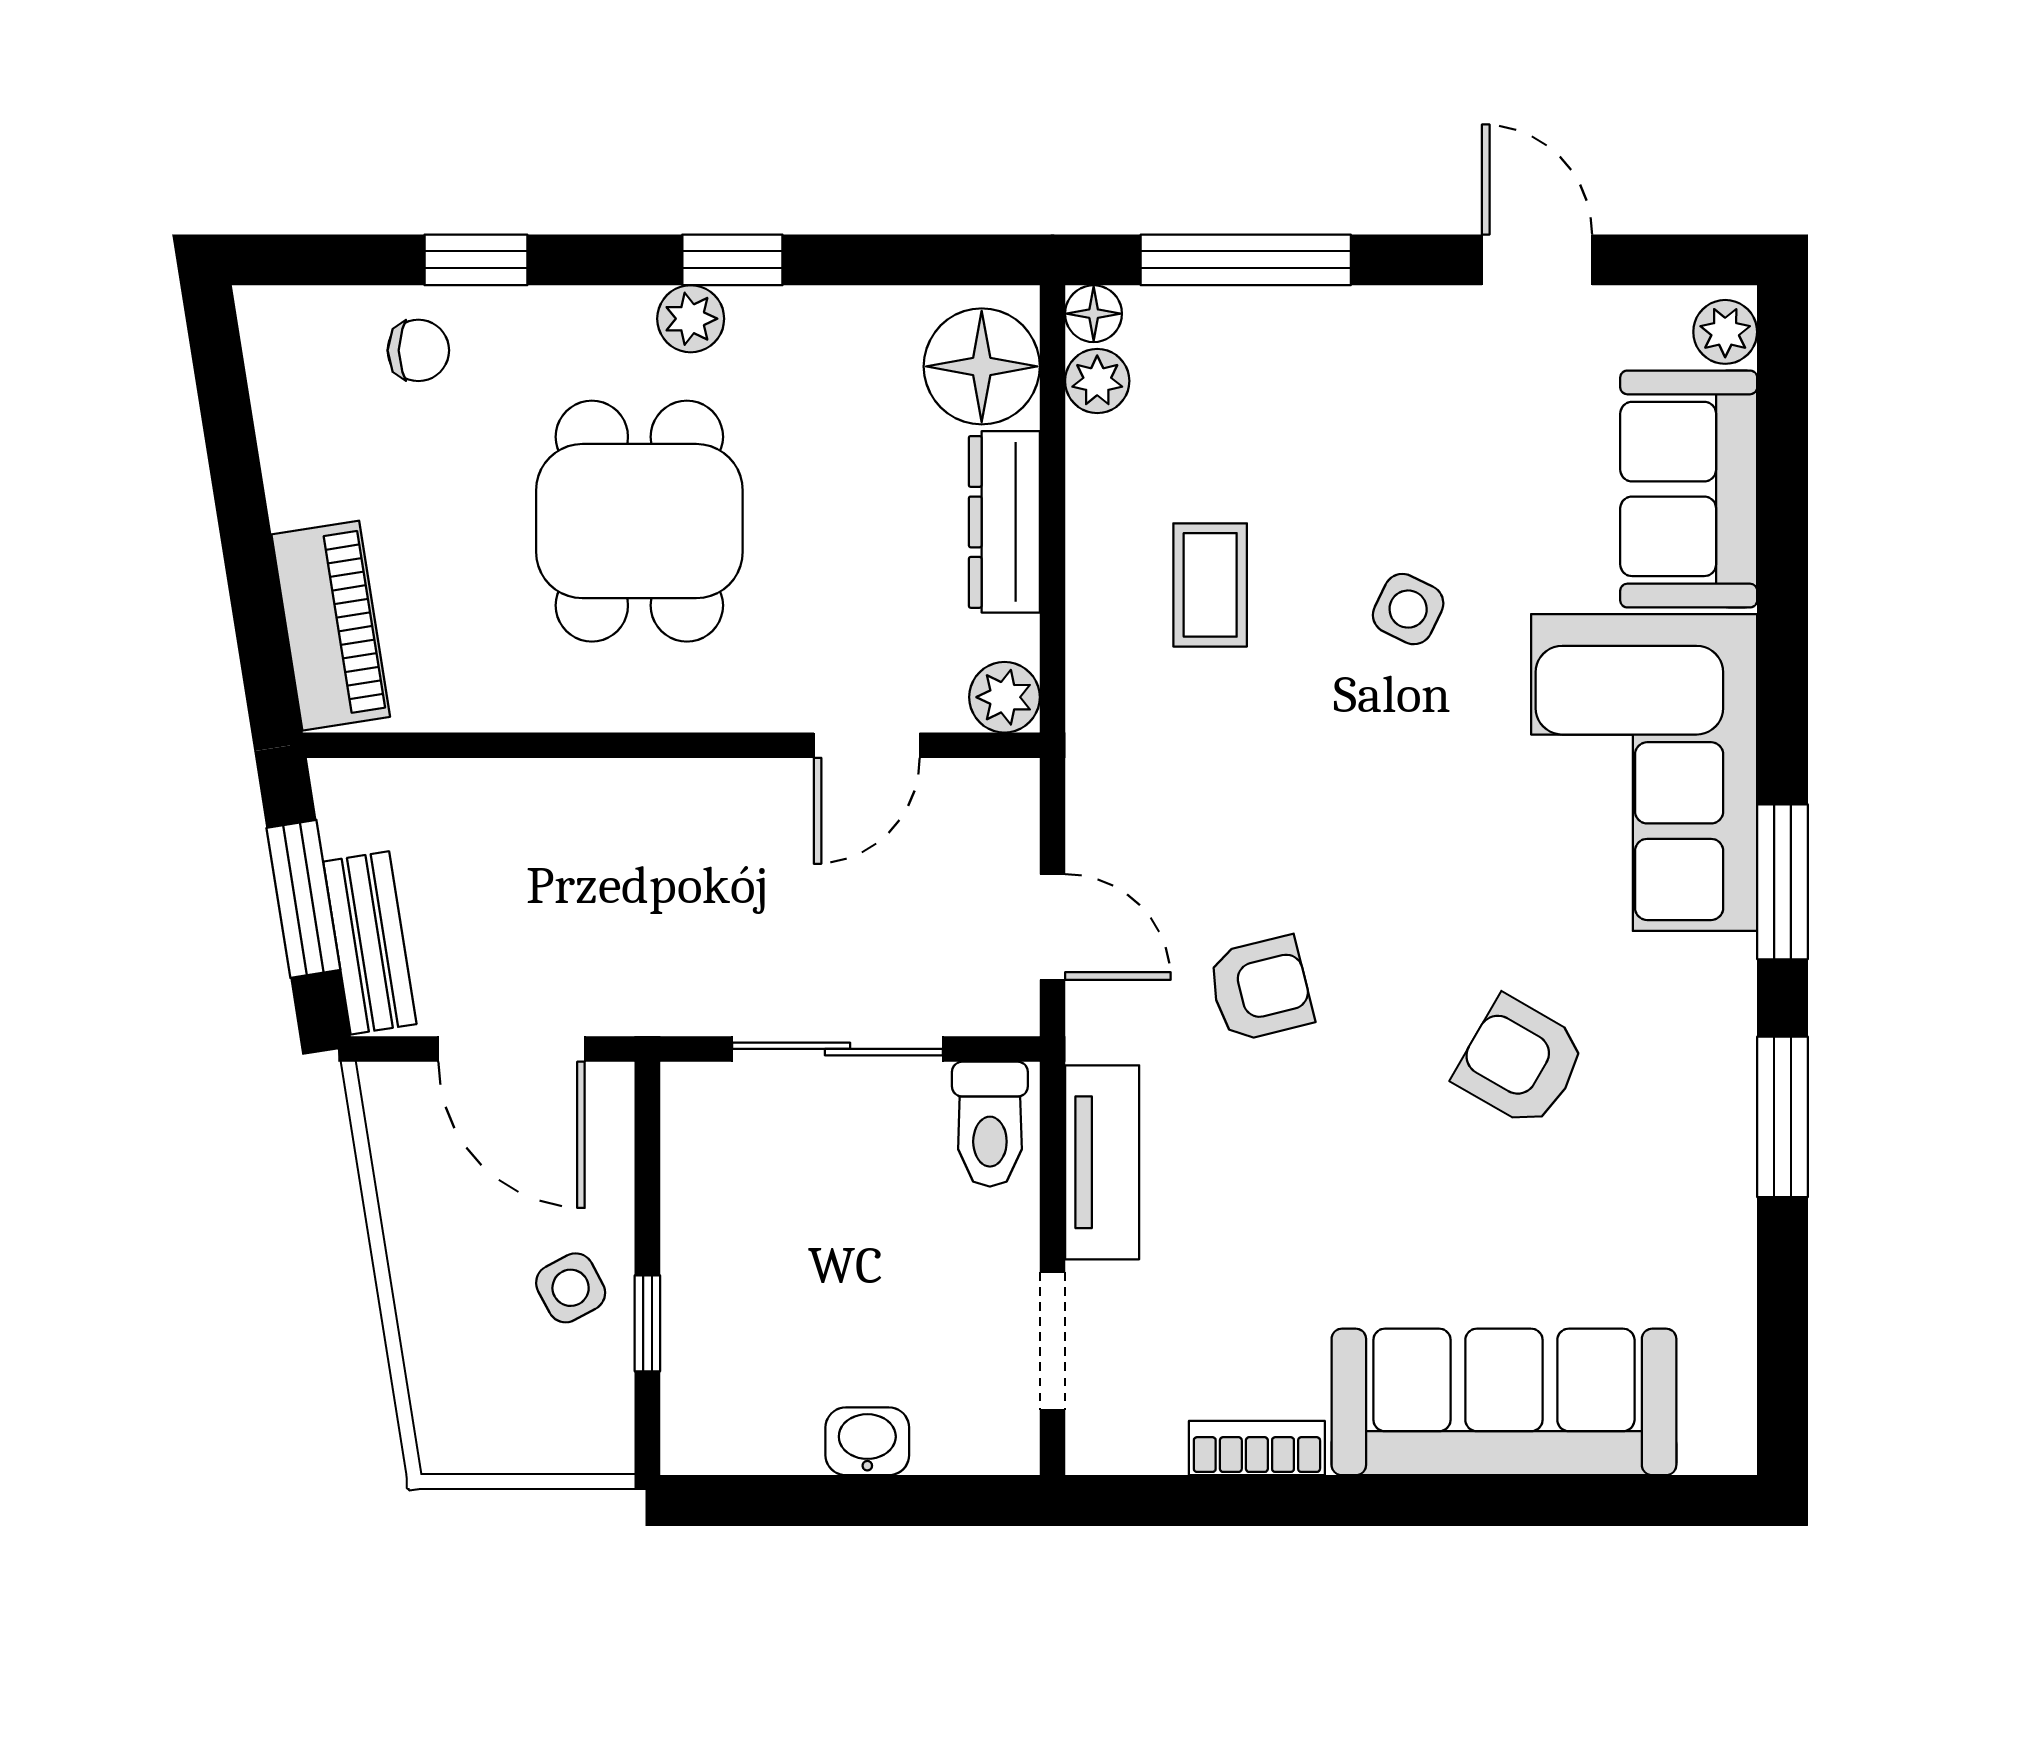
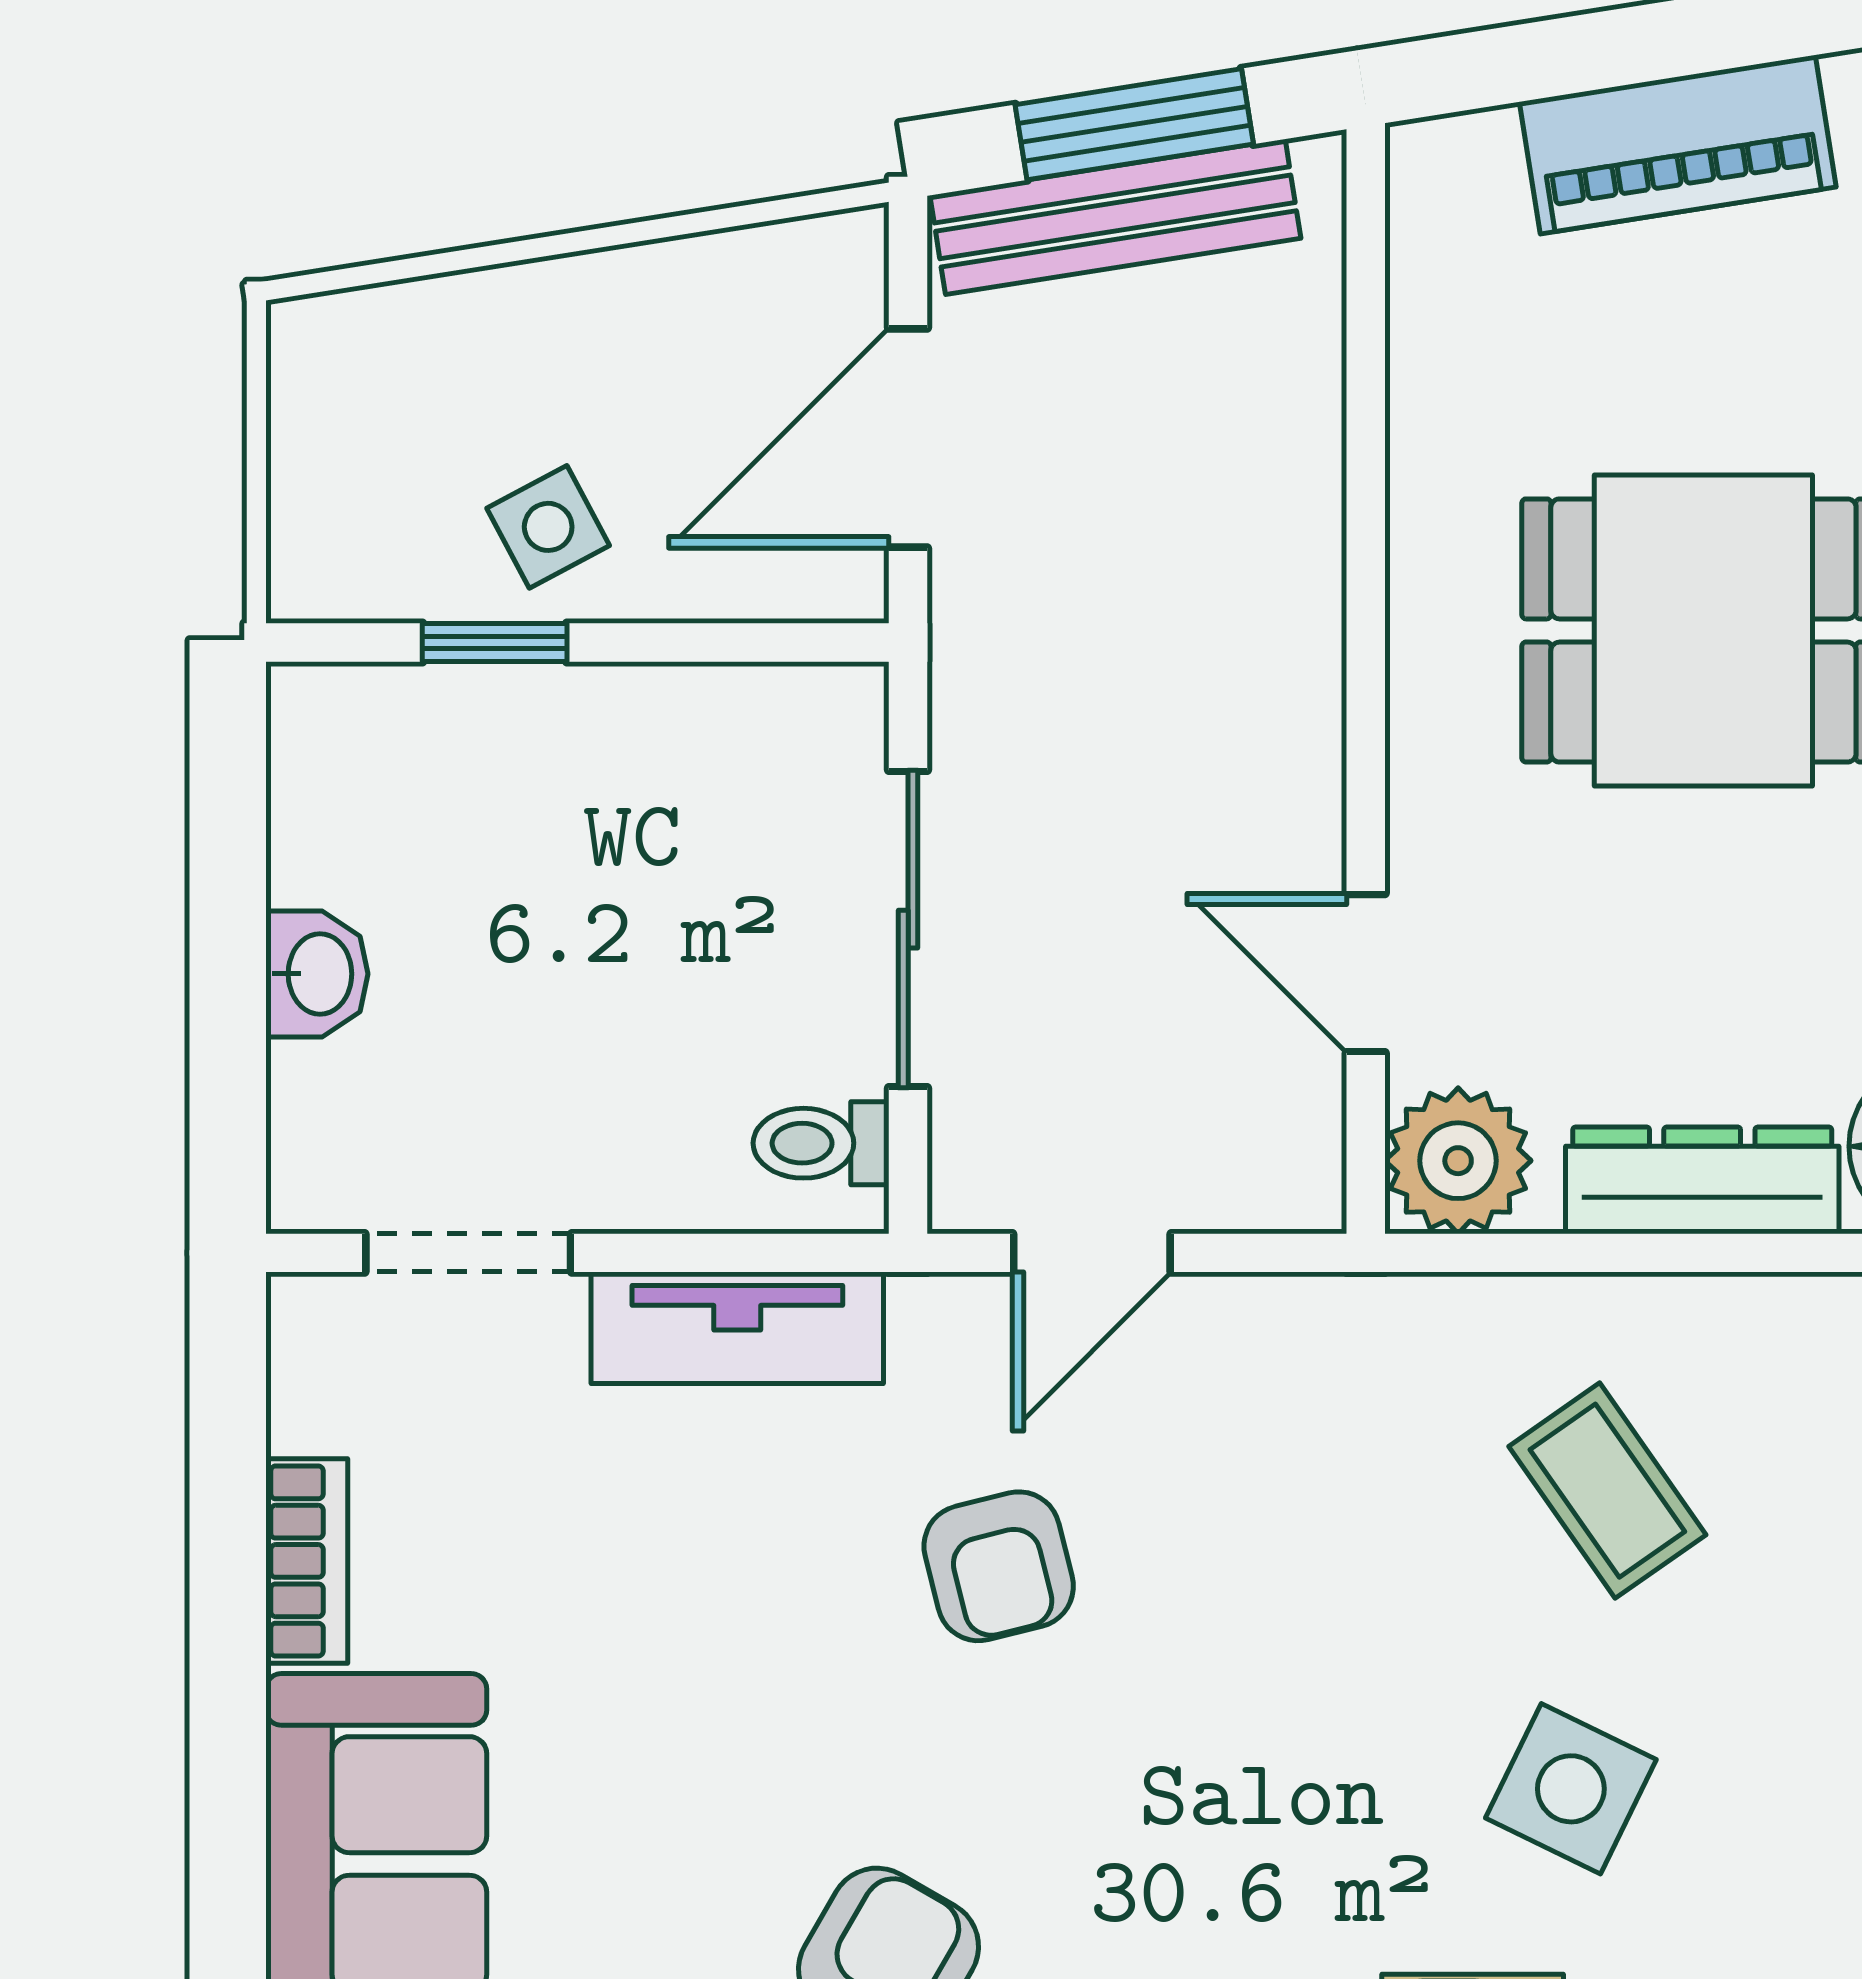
coffee table: (1210, 585) -> (1607, 1491), turned 55
side table: (1408, 609) -> (1571, 1789), width x1.37, depth x1.37
piano: (331, 626) -> (1678, 145), moved
plant: (1004, 697) -> (1458, 1161), width x1.38, depth x1.38
bench: (370, 943) -> (1115, 217), width x1.36
toilet: (990, 1124) -> (821, 1143), width x0.73, depth x0.72

